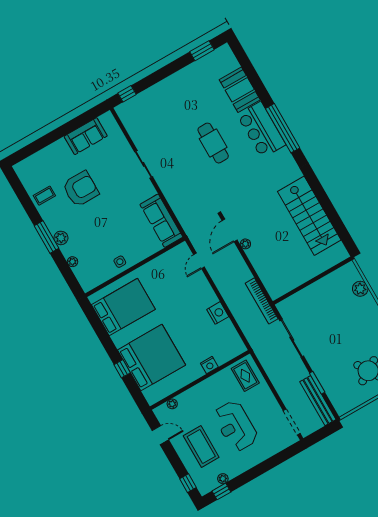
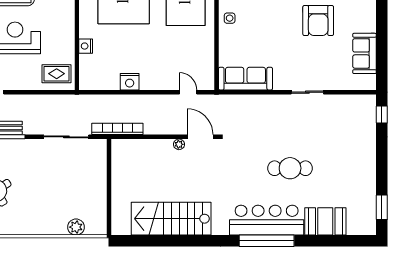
bar counter: (261, 130) -> (267, 220), width x1.36

